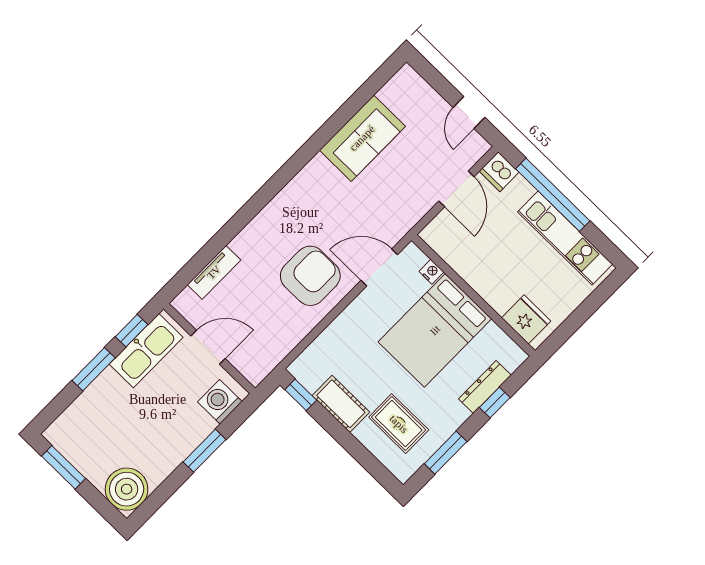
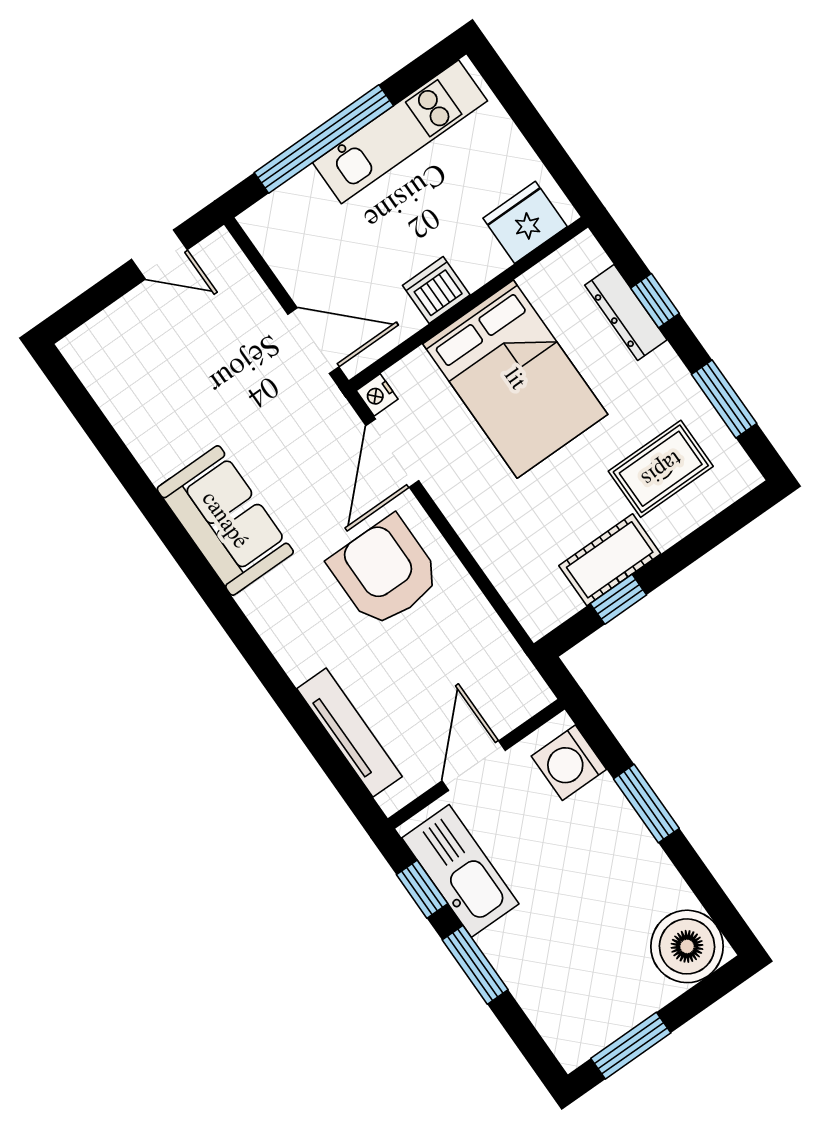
sofa: (362, 138) -> (225, 520), moved
dishwasher: (499, 172) -> (436, 290), moved, turned 180
door: (456, 189) -> (313, 341), moved
tv unit: (214, 272) -> (350, 733), width x1.41
nightstand: (431, 272) -> (377, 395), moved, turned -90
window: (301, 395) -> (618, 599), moved

